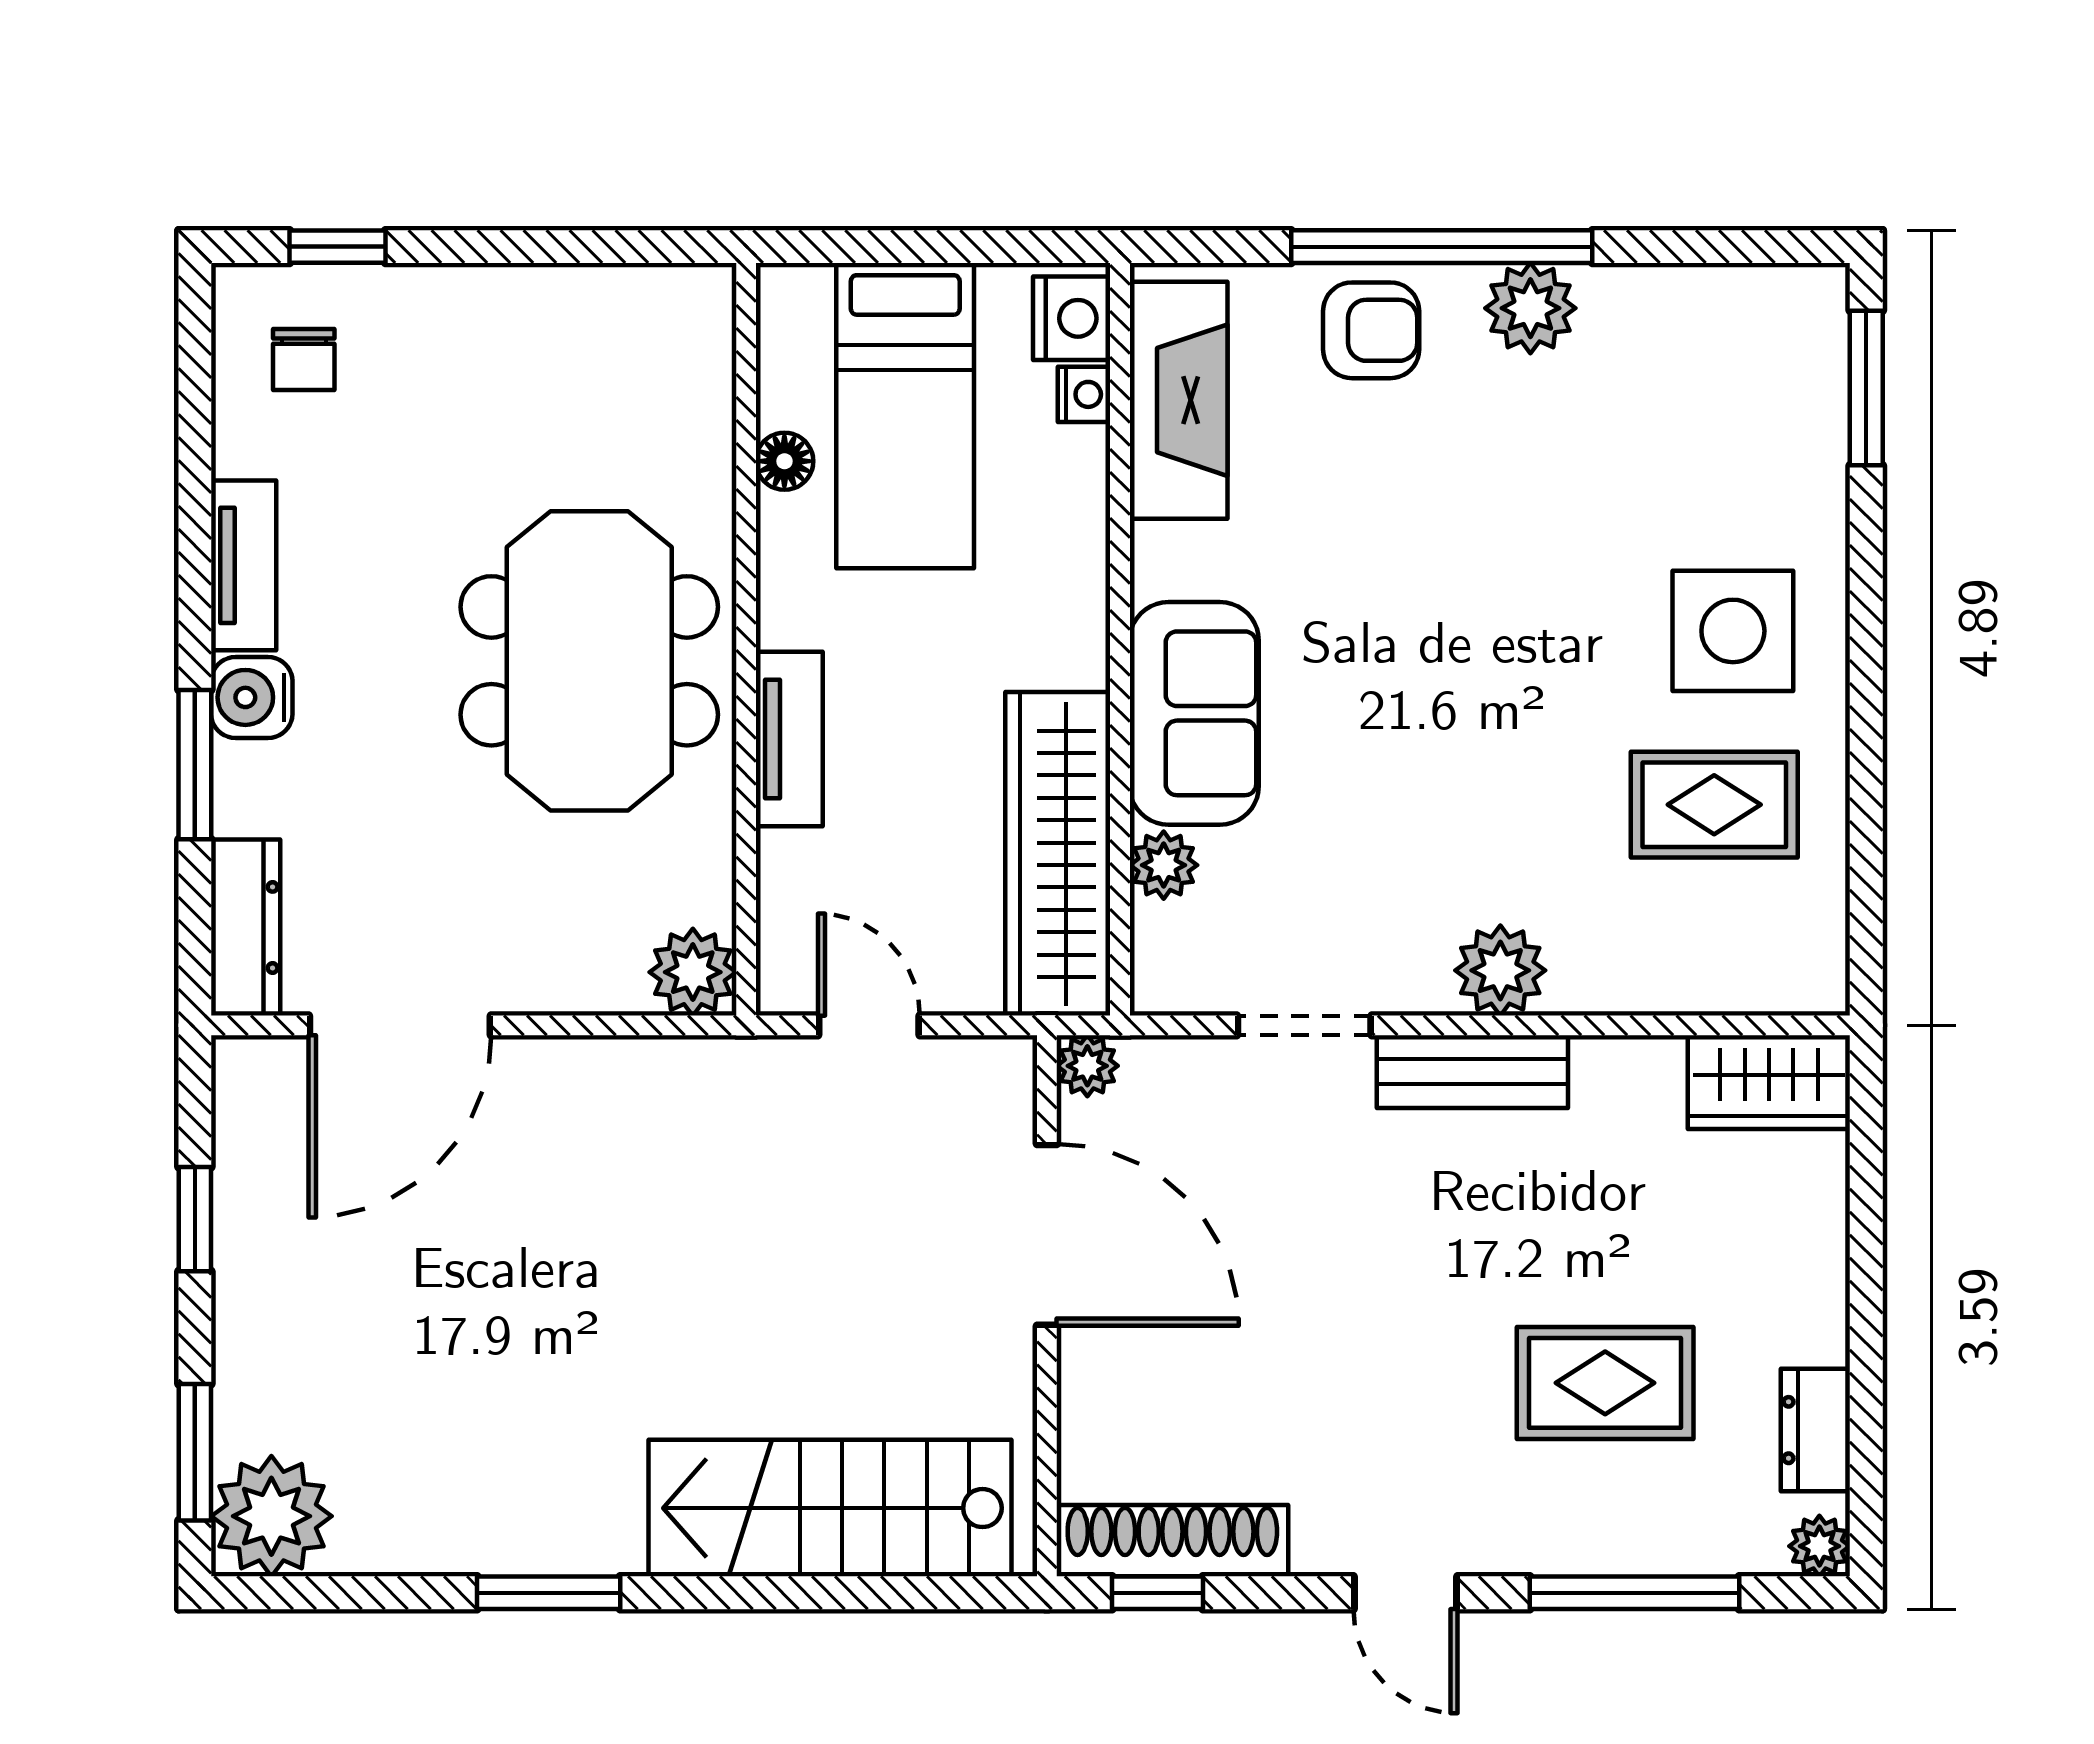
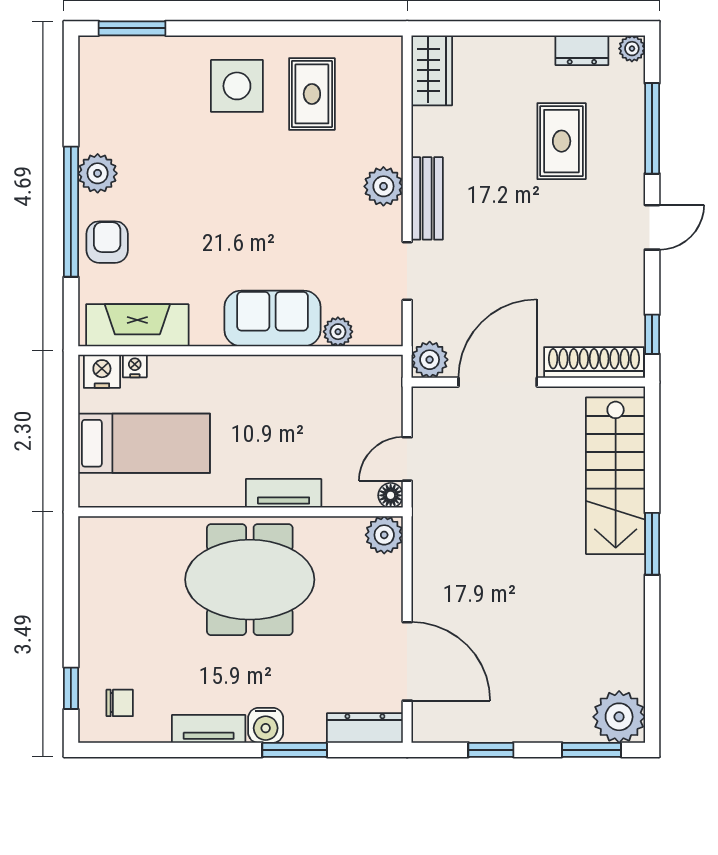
floor lamp: (784, 461) -> (391, 495), moved
wardrobe: (1058, 854) -> (333, 377), removed
plant: (1087, 1066) -> (430, 360), width x1.38, depth x1.38
shoe rack: (1172, 1541) -> (594, 362), moved, turned 90
window: (549, 1593) -> (652, 544), moved

